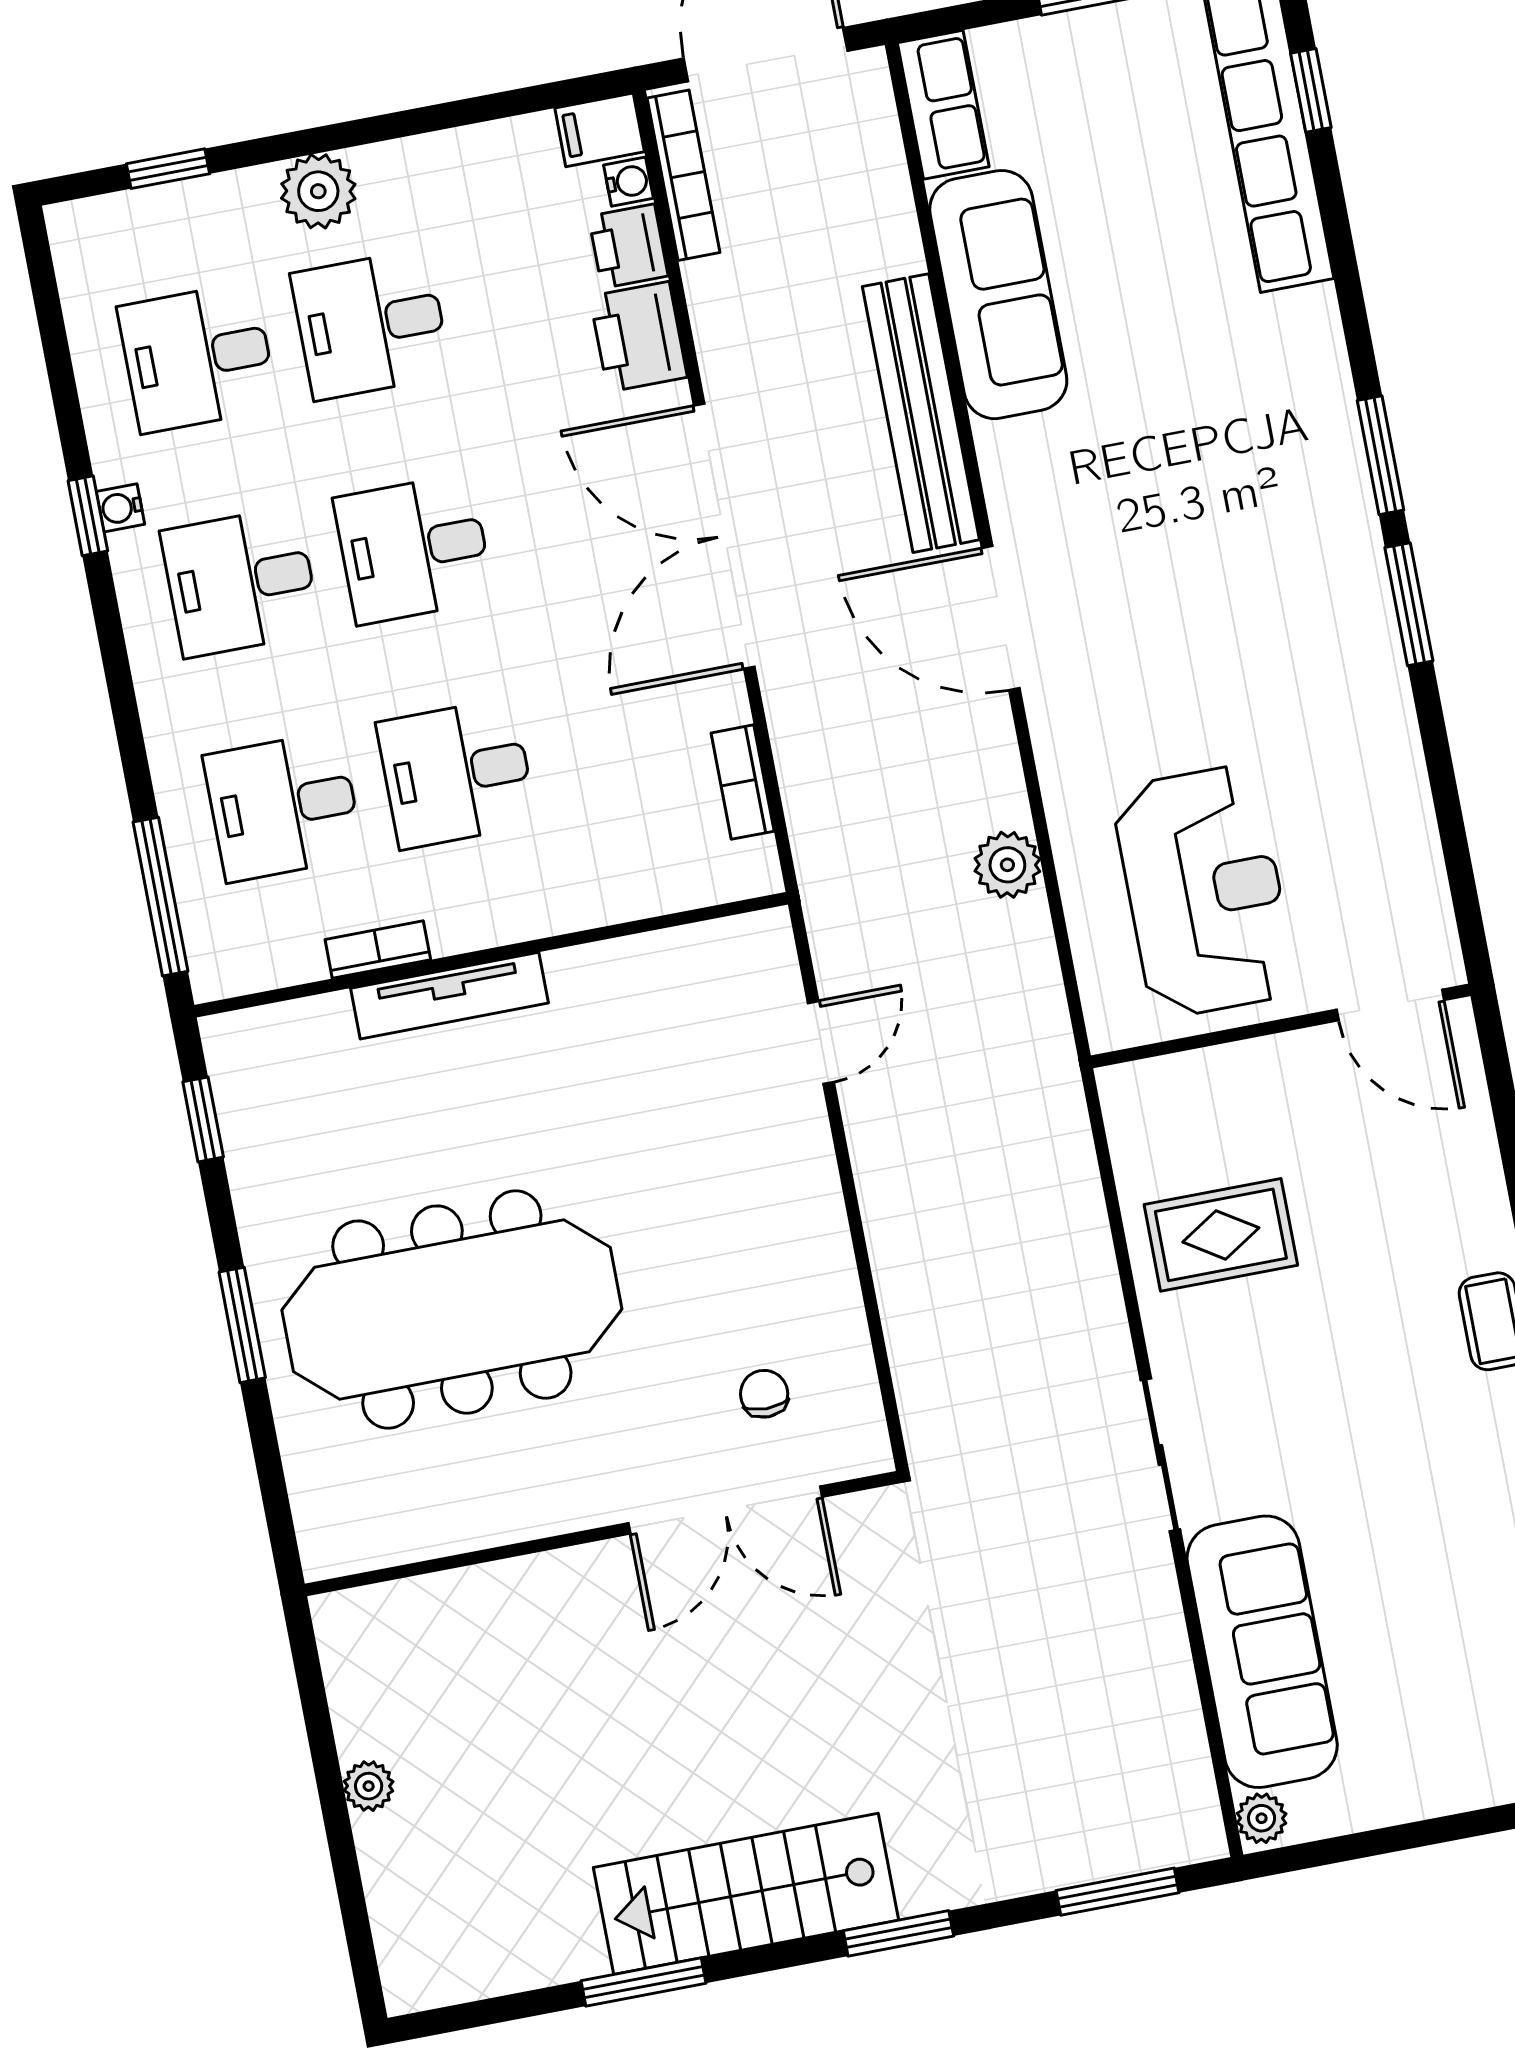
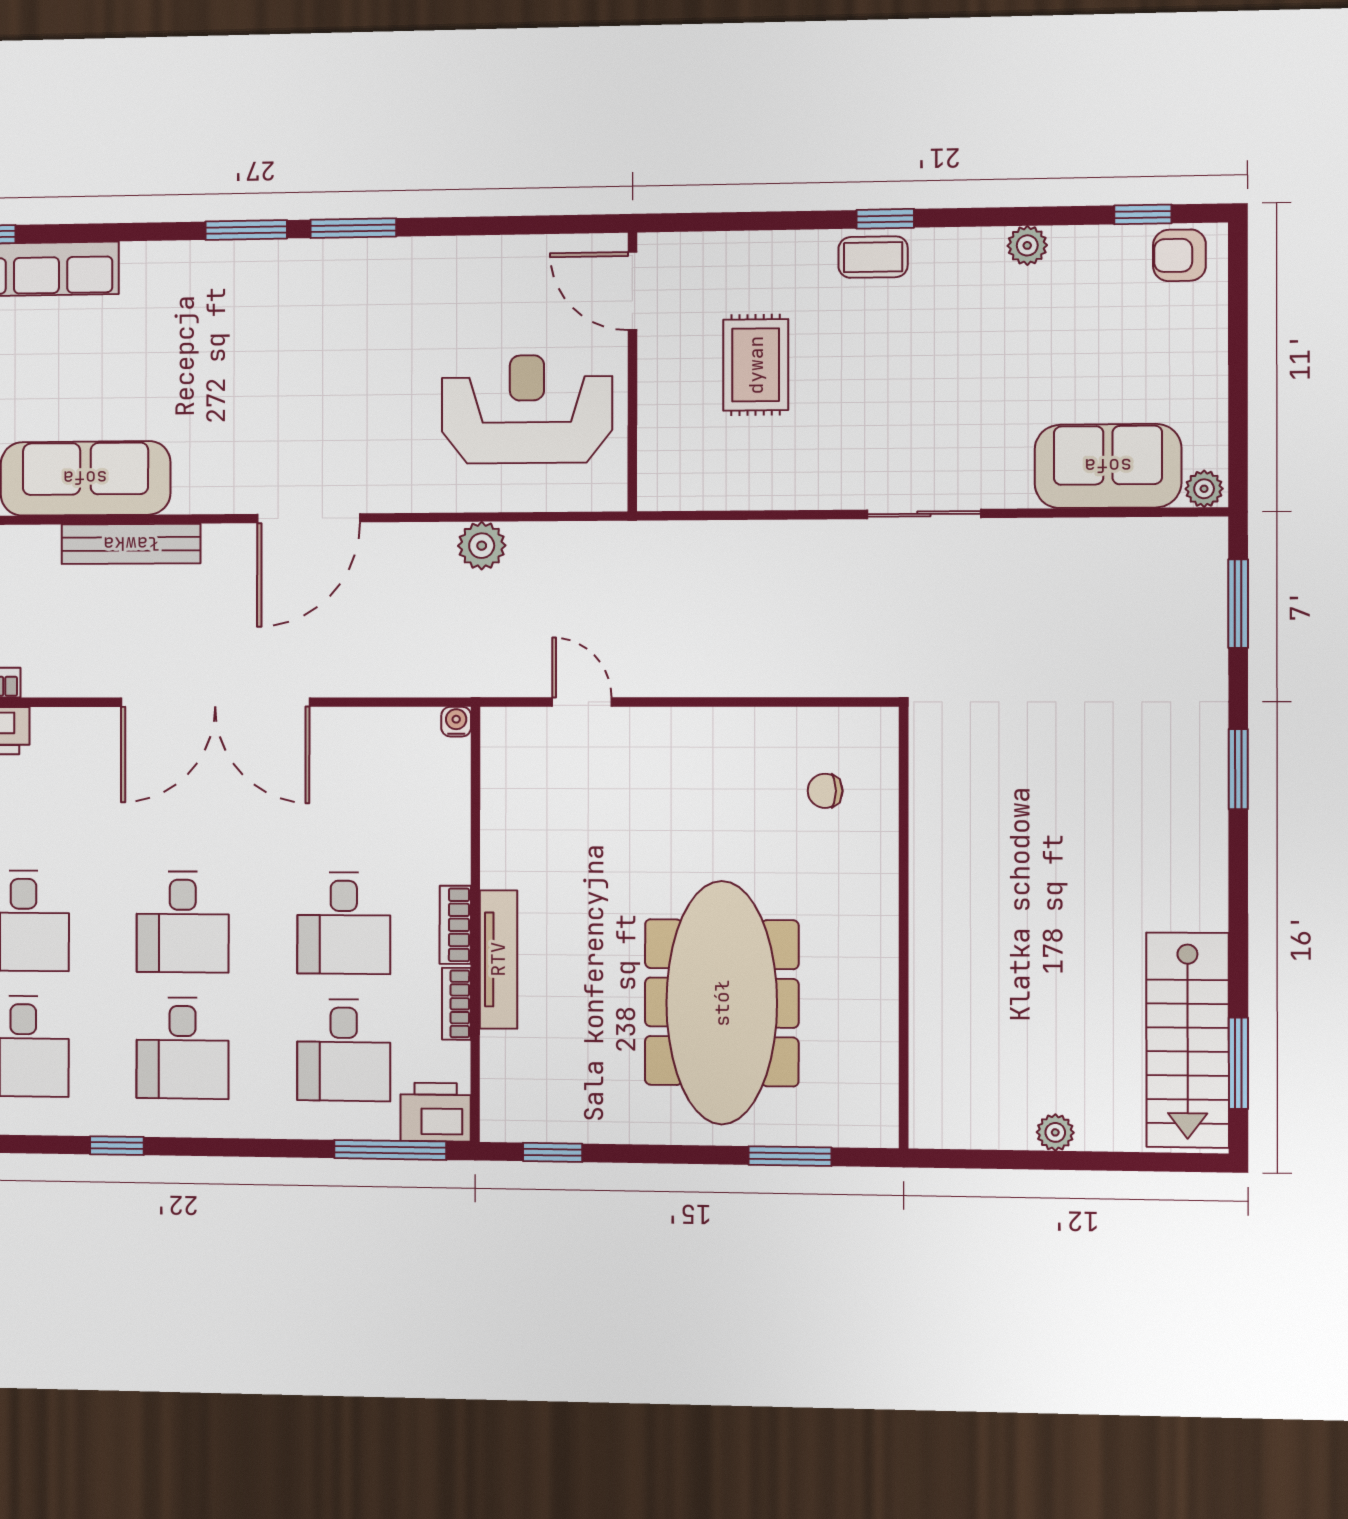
printer: (638, 337) -> (436, 1112), moved, turned 180
bench: (921, 413) -> (131, 544), width x0.73, depth x0.82
water cooler: (120, 508) -> (456, 722), moved, turned 180
bookcase: (743, 782) -> (455, 925), moved, turned 90
door: (1390, 1005) -> (632, 291), swing flipped
rug: (1221, 1235) -> (756, 365), moved
window: (242, 1325) -> (790, 1156), moved
double door: (725, 1510) -> (904, 835), removed
sofa: (1262, 1652) -> (1108, 466), width x0.73
stairs: (746, 1894) -> (1188, 1040), moved
window: (643, 1982) -> (1238, 1063), moved

